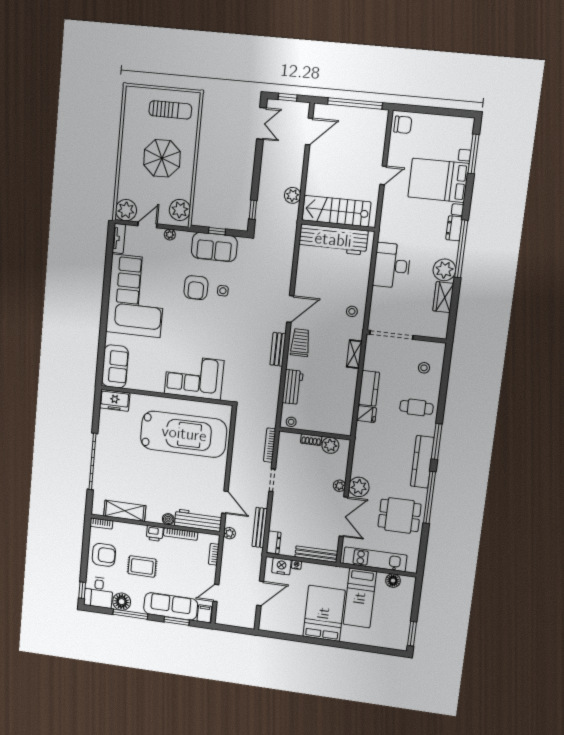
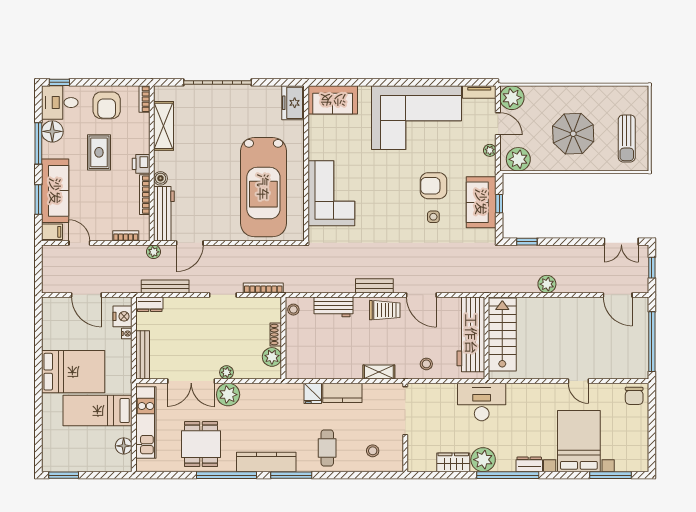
stairs: (336, 211) -> (502, 334), moved
wall: (338, 226) -> (486, 338), moved
workbench: (333, 240) -> (471, 334), moved

